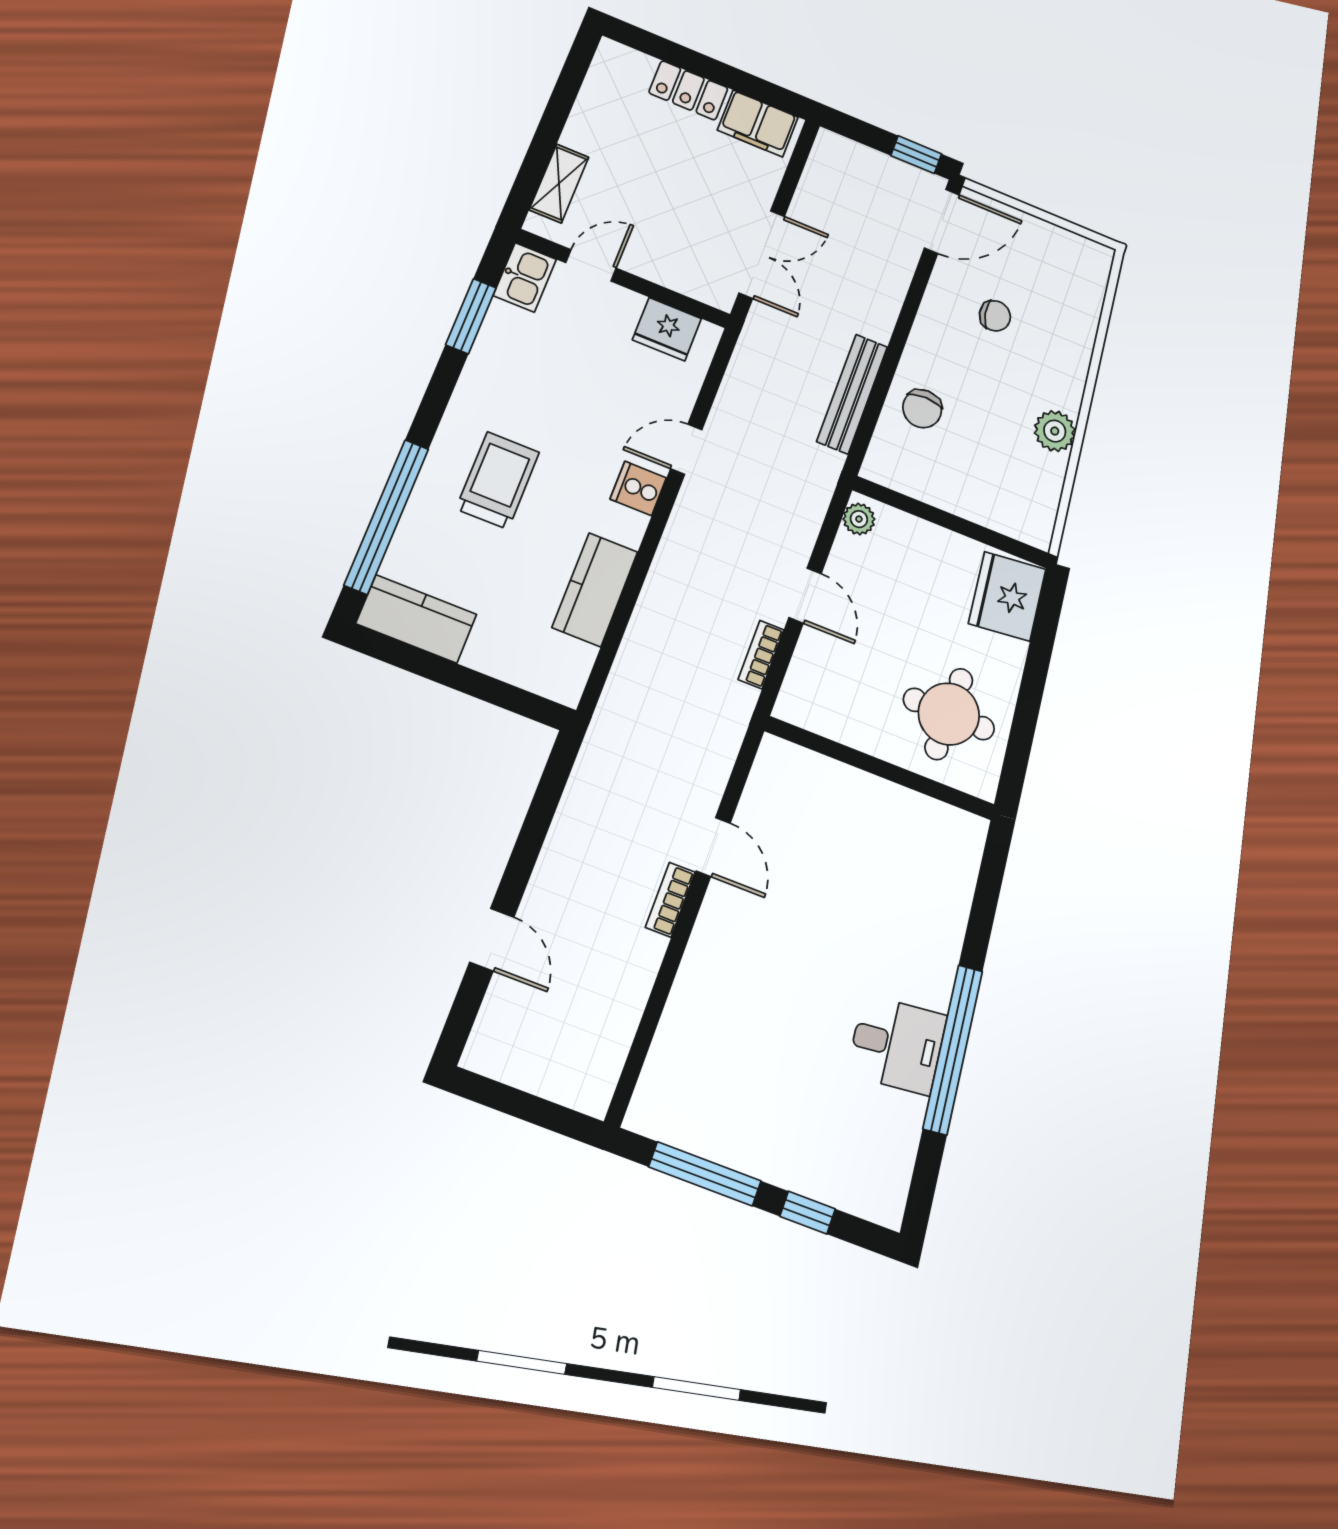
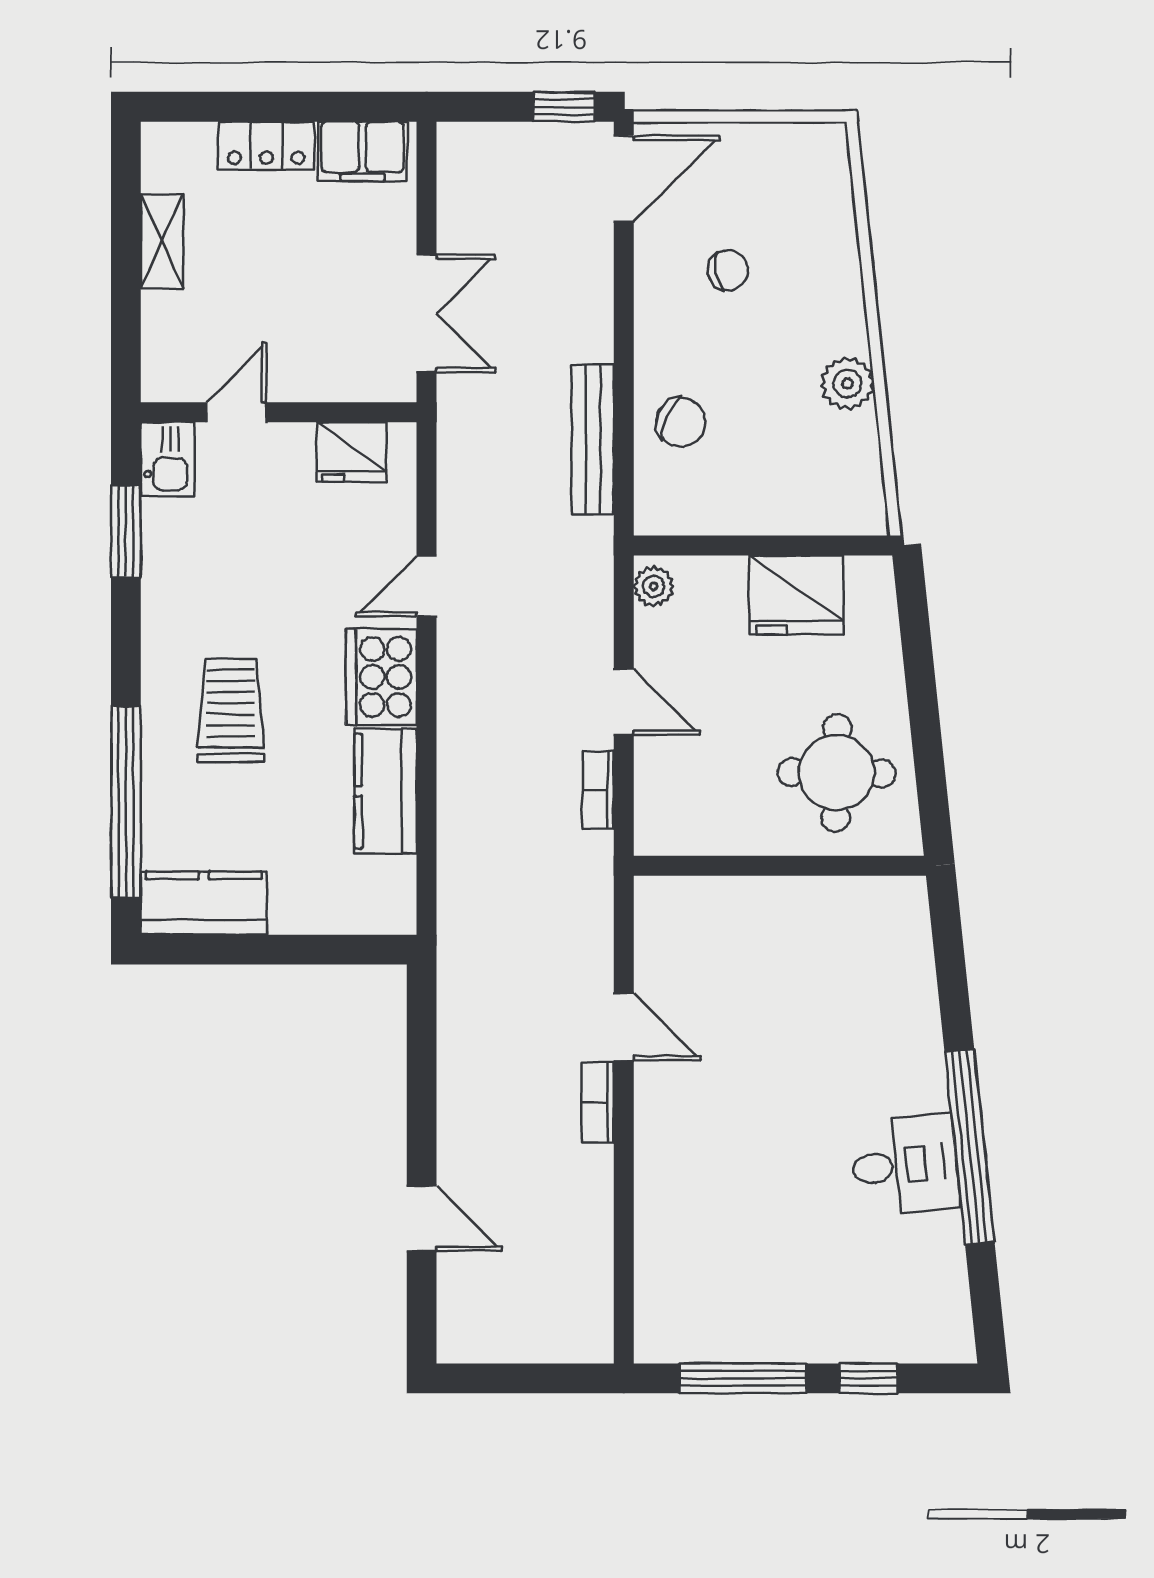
shelving: (559, 183) -> (162, 241), moved
chair: (922, 409) -> (681, 422), turned -67
cooker: (638, 488) -> (381, 677), width x1.87, depth x1.31
fridge: (1007, 596) -> (796, 595), moved, turned -84

